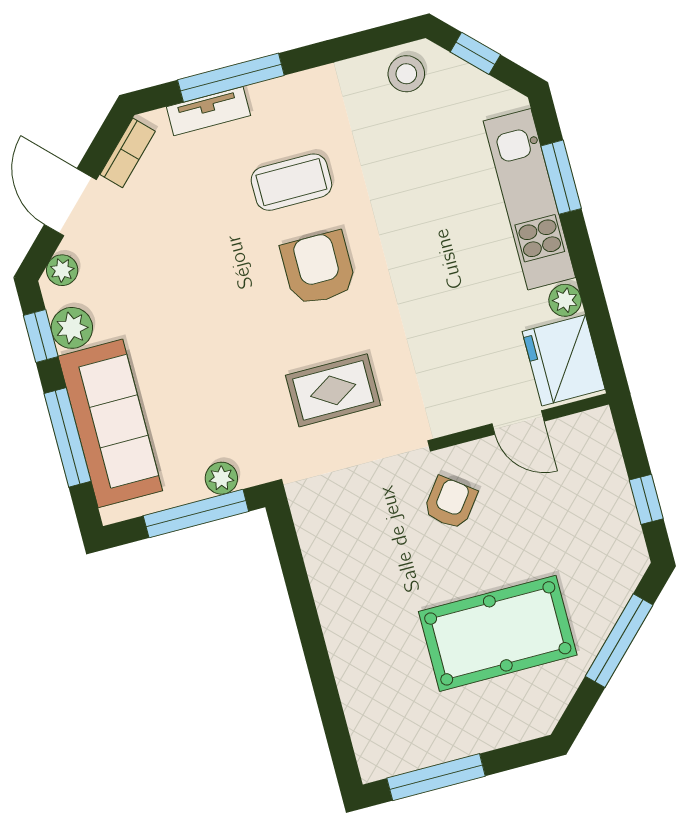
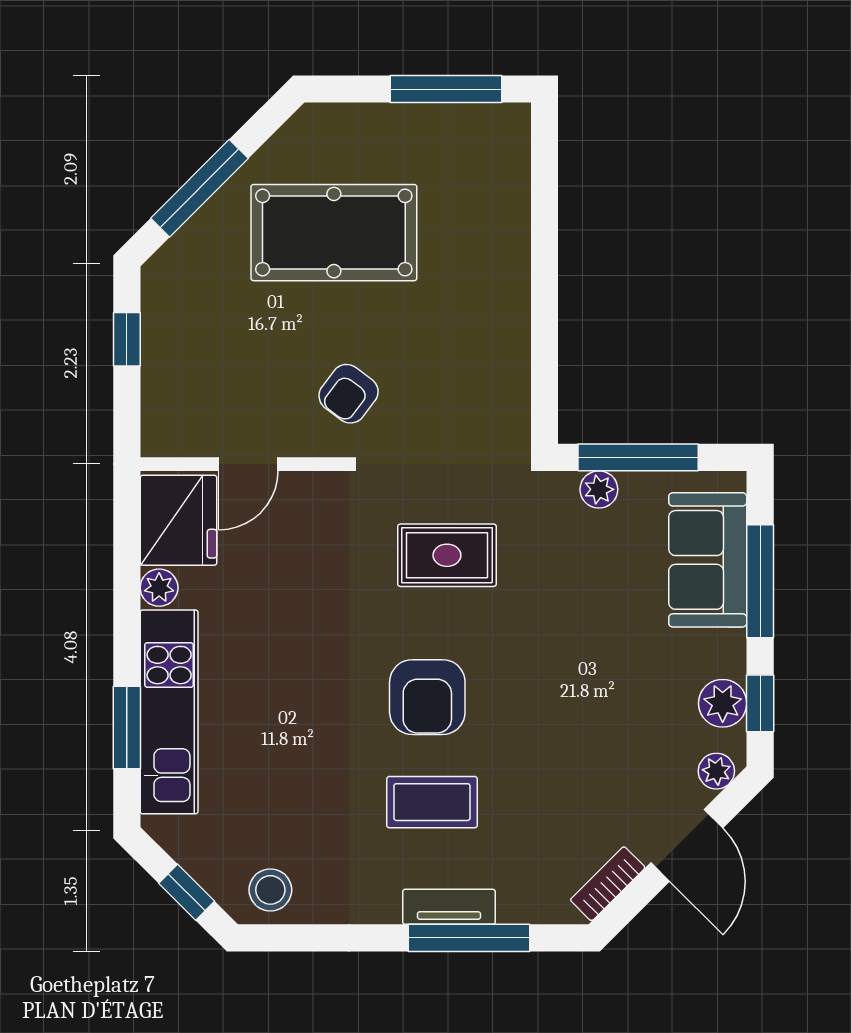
tv unit: (208, 111) -> (449, 907), moved
door: (518, 422) -> (248, 464), swing flipped
sofa: (110, 423) -> (708, 560), width x0.73

